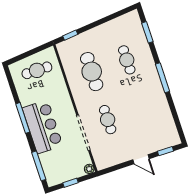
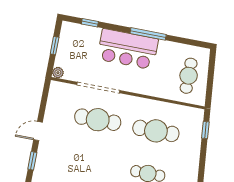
cafe table: (108, 120) -> (98, 120), width x1.37, depth x1.35
window: (39, 166) -> (90, 23), width x0.46

